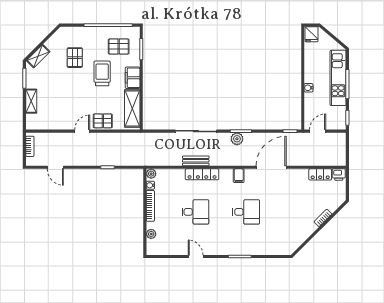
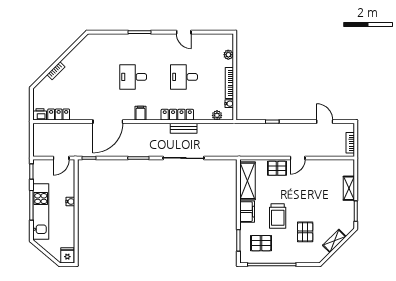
shelving: (38, 56) -> (334, 241), moved
plant: (237, 139) -> (142, 150), removed
plant: (151, 174) -> (217, 115), moved

